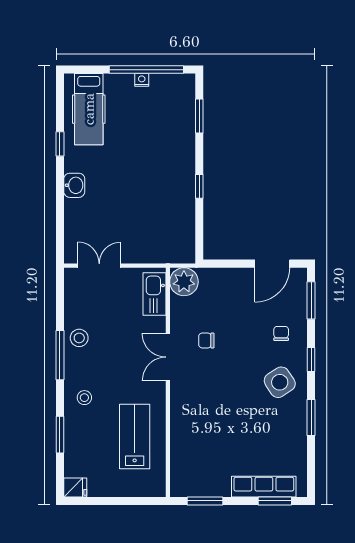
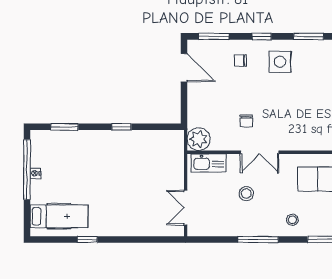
washbasin: (74, 185) -> (121, 228), removed
stool: (79, 338) -> (246, 194), moved
side table: (280, 382) -> (280, 62), turned 33

